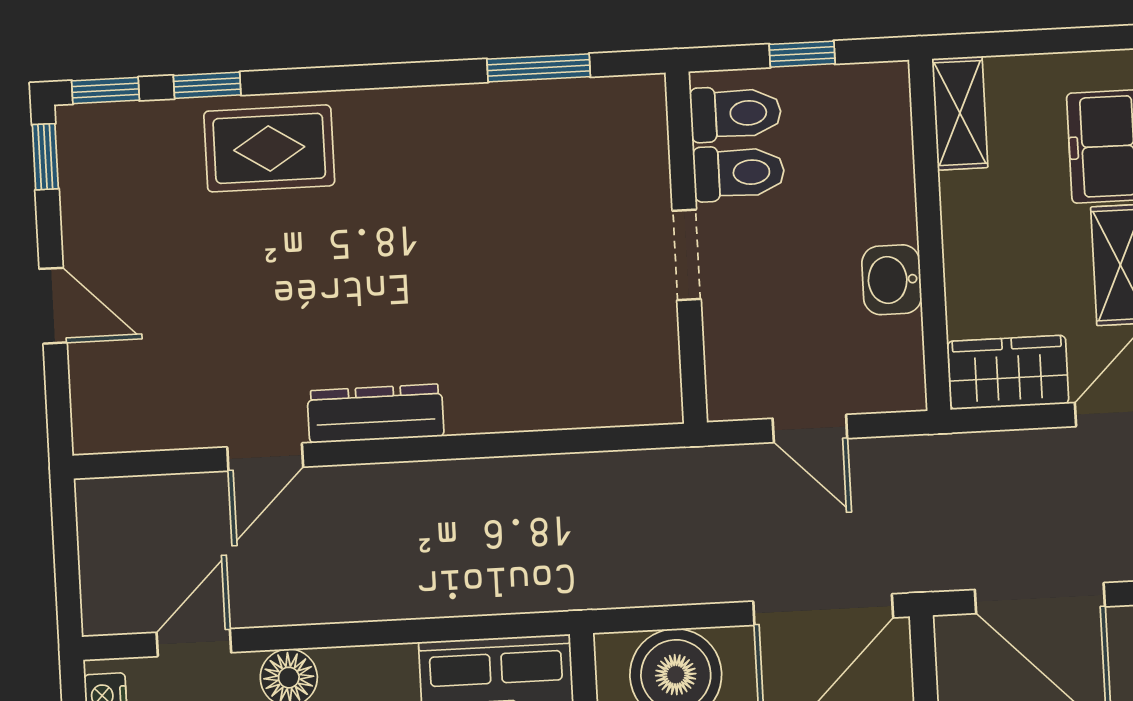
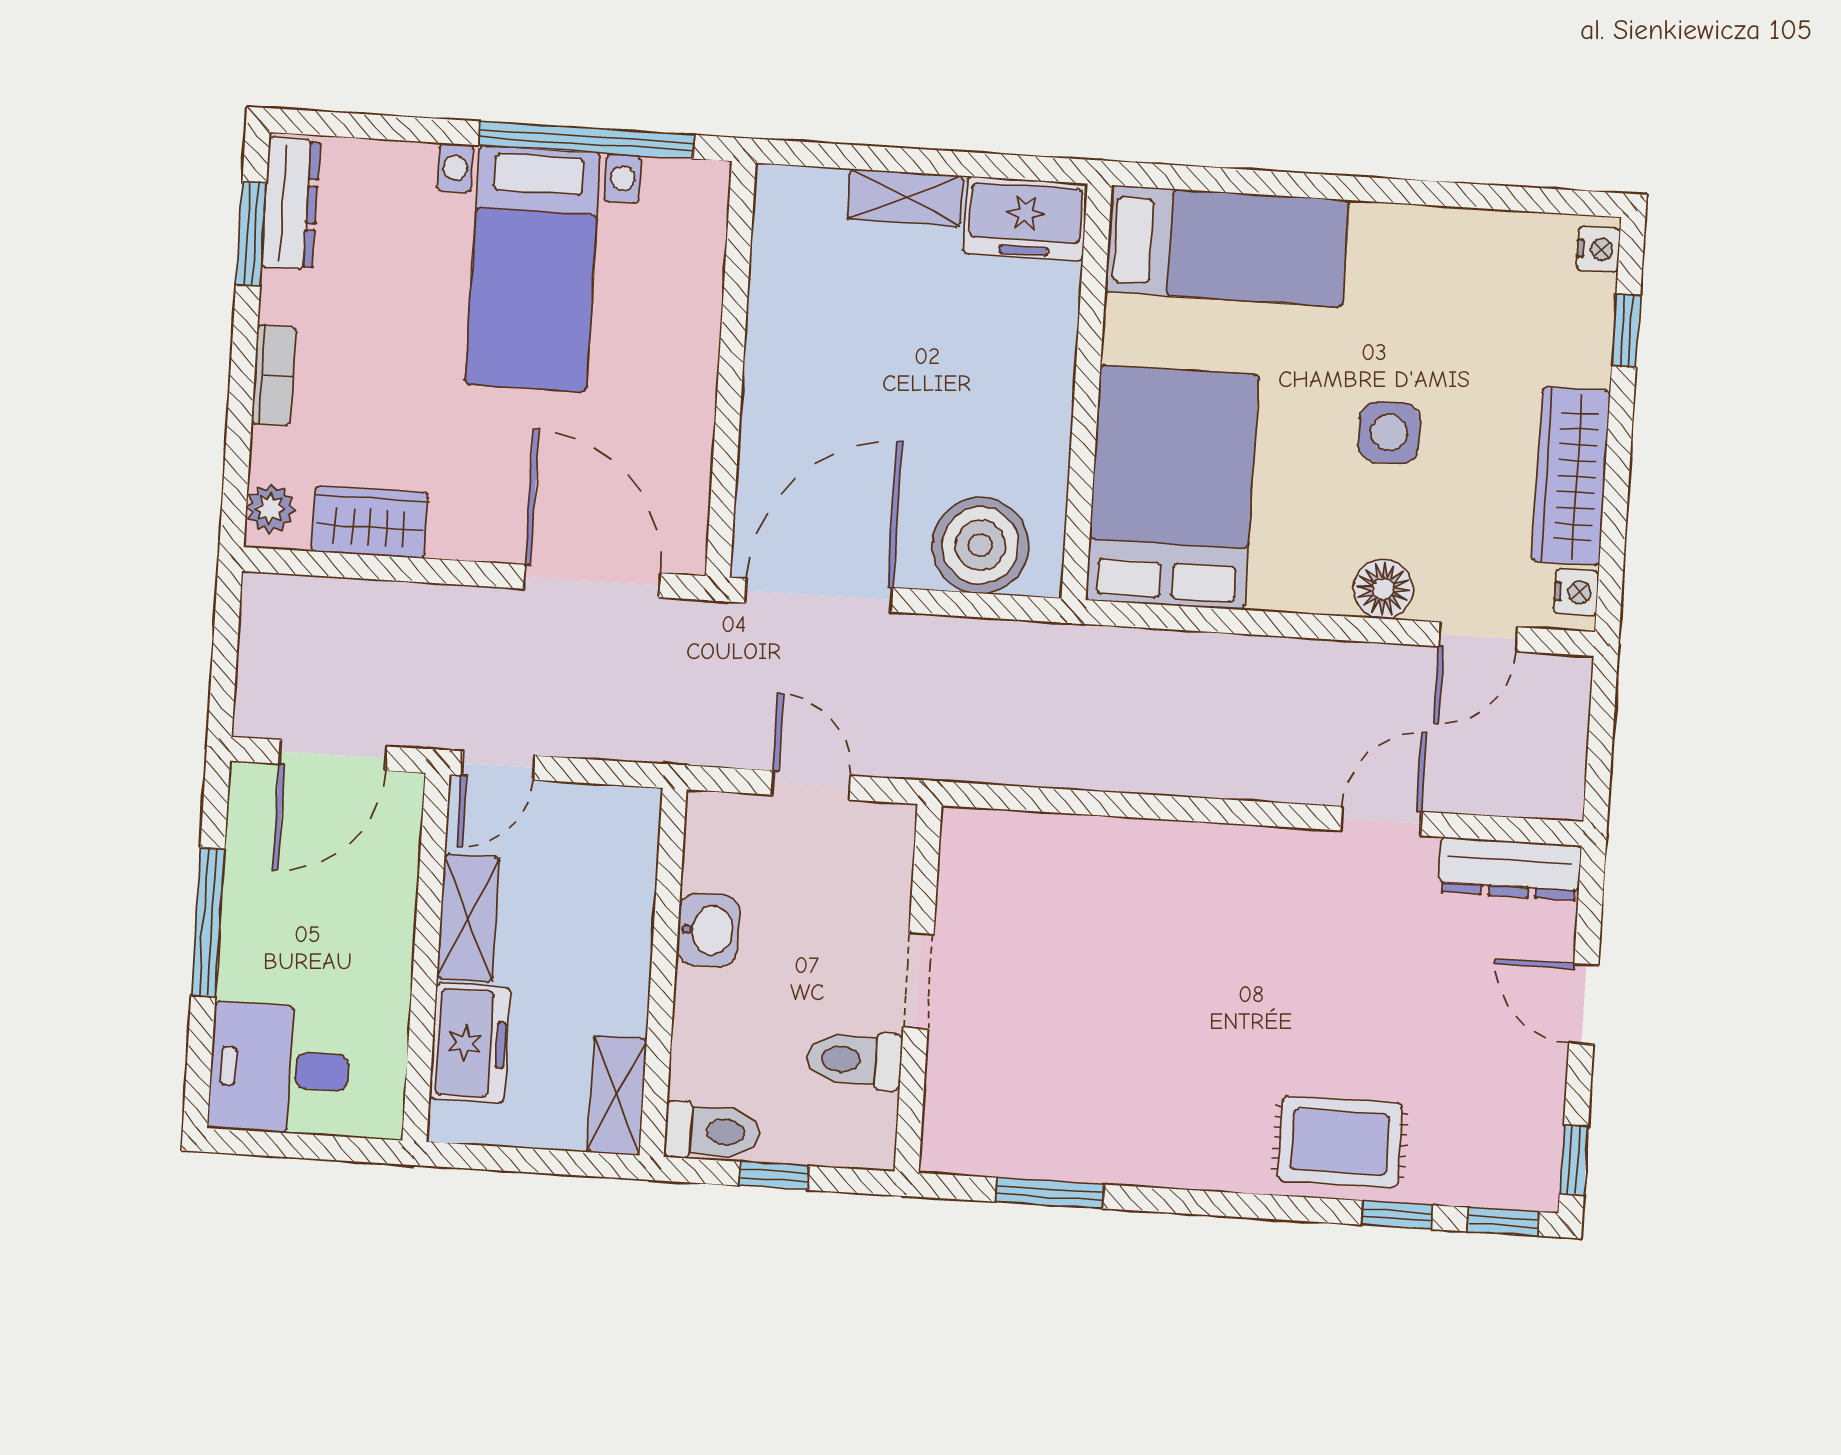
toilet: (736, 113) -> (712, 1131), moved, turned 180
wardrobe: (1008, 372) -> (598, 820), removed
dresser: (376, 414) -> (1510, 869), moved

